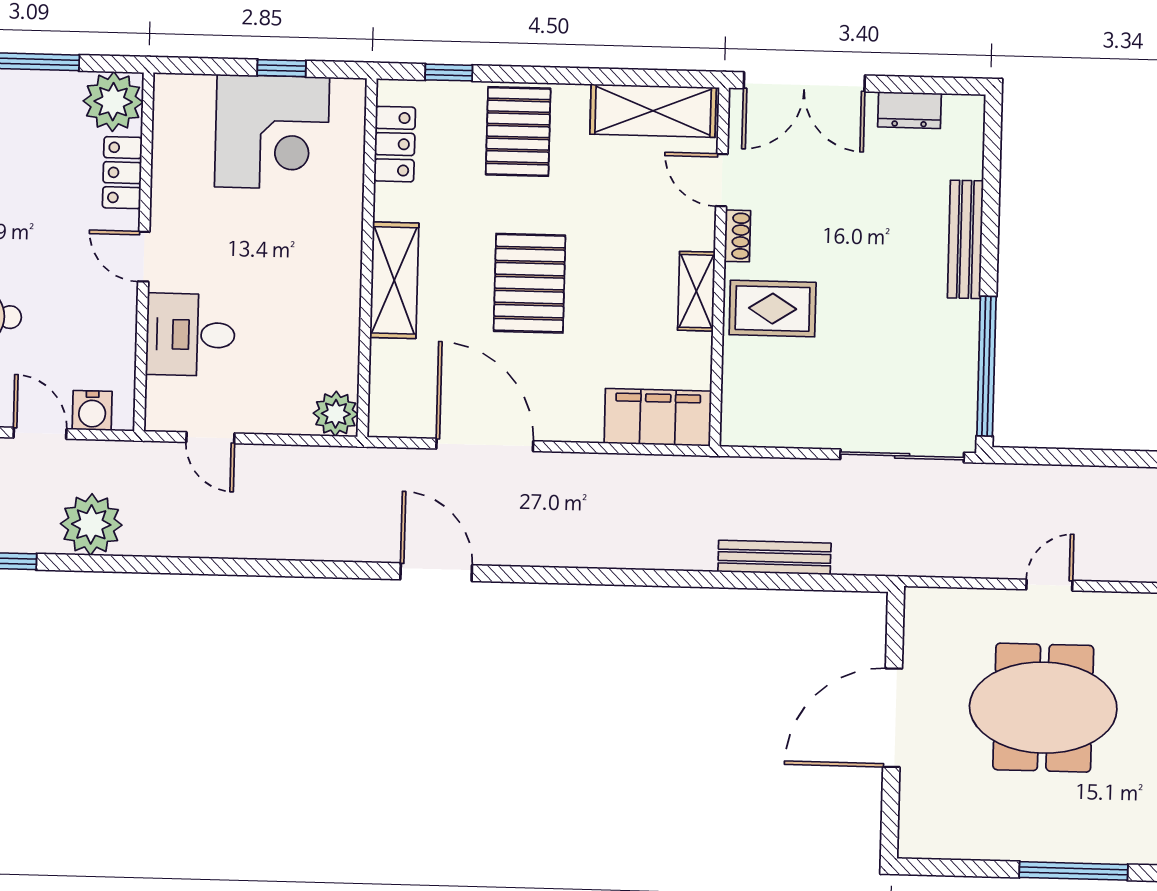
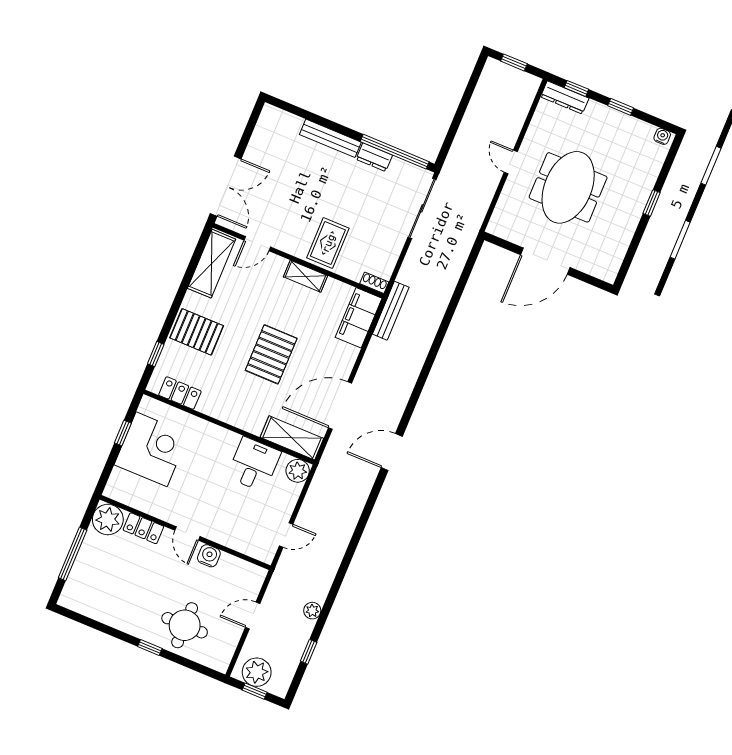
dresser: (909, 110) -> (374, 157), moved, turned 90
shoe rack: (737, 236) -> (374, 283), moved
door: (144, 257) -> (187, 533), hinge flipped
shelving: (394, 280) -> (292, 438), moved
pallet: (529, 283) -> (271, 354), turned 90
desk: (190, 335) -> (254, 464), moved, turned 180
water cooler: (92, 410) -> (209, 556), moved, turned -90
plant: (91, 524) -> (312, 611), width x0.53, depth x0.53
bench: (774, 557) -> (391, 311), moved
door: (893, 718) -> (545, 261), hinge flipped
window: (1074, 871) -> (652, 203), width x0.46

